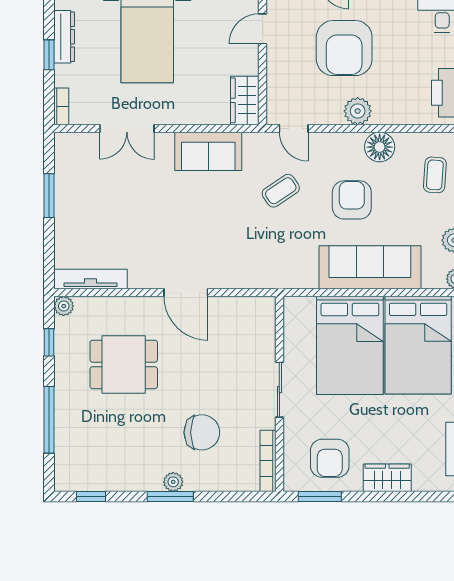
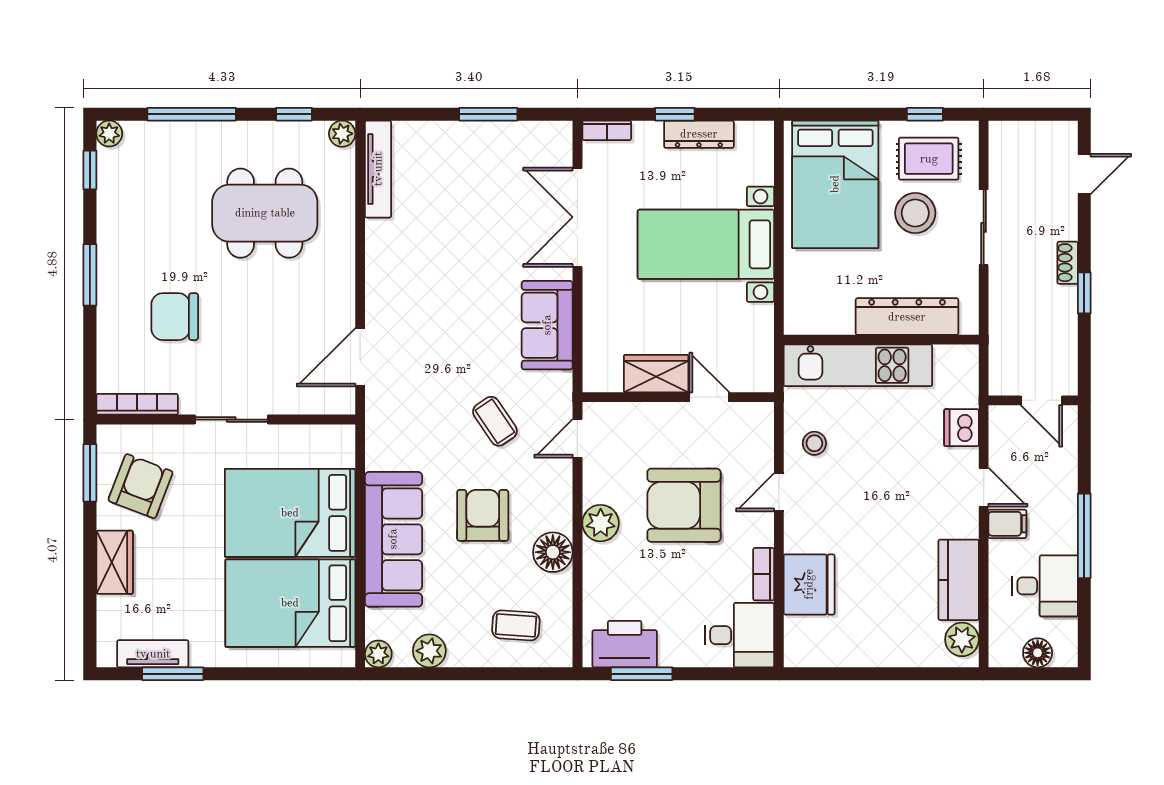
wardrobe: (245, 100) -> (656, 374), moved
double door: (127, 128) -> (577, 217), width x1.37
armchair: (352, 200) -> (483, 515), turned -90
door: (186, 293) -> (360, 357), moved
dining table: (124, 364) -> (265, 213), width x1.38
chair: (202, 432) -> (175, 317), turned 90
armchair: (330, 458) -> (141, 486), turned 111
plant: (173, 482) -> (109, 134), moved

